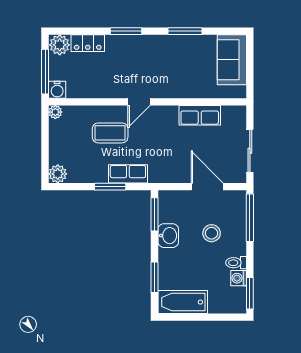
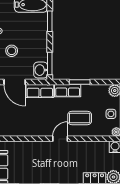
row of seats: (200, 115) -> (40, 91), moved, turned 180
side table: (63, 139) -> (111, 114), added
washbasin: (168, 236) -> (41, 70), moved

